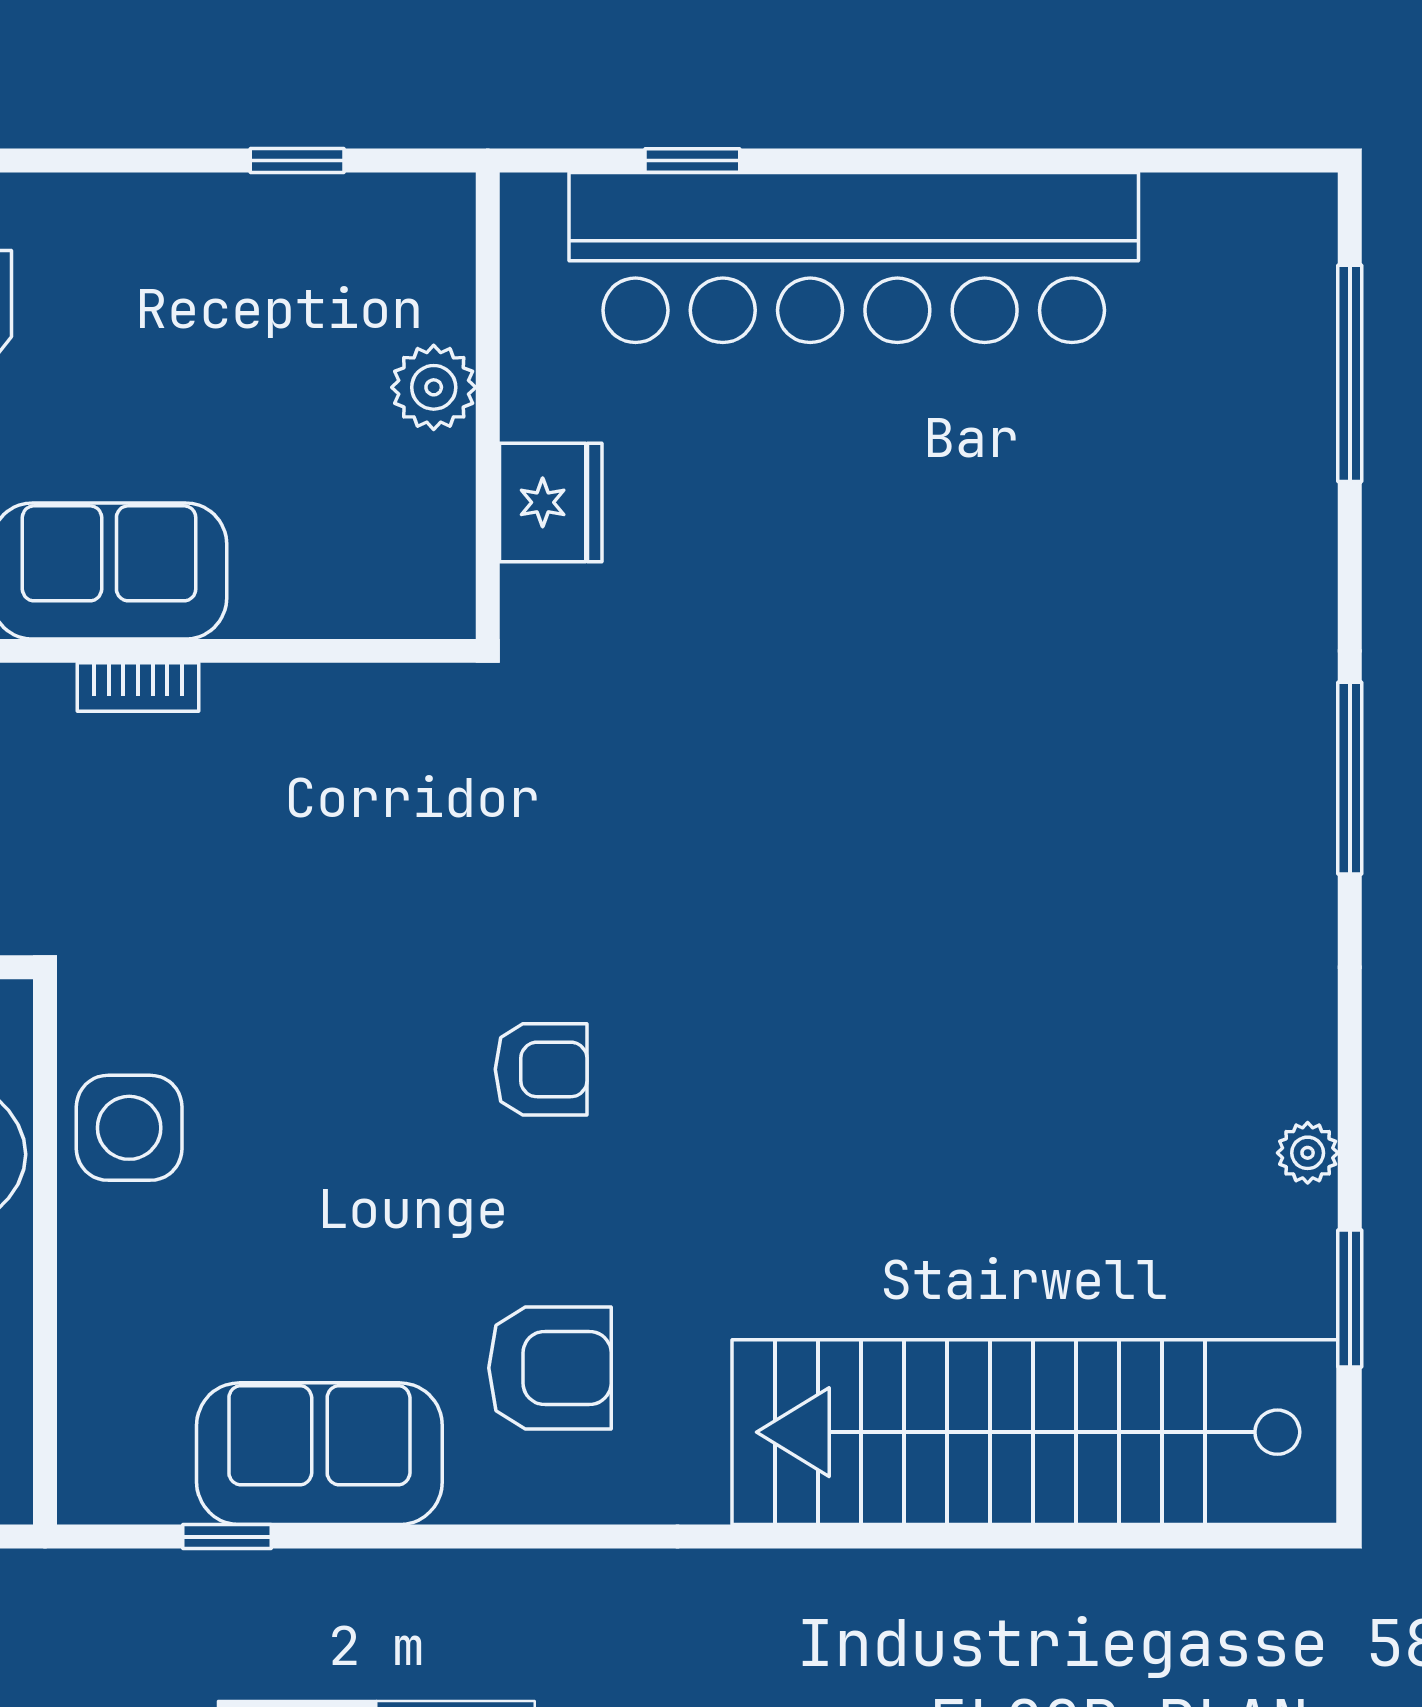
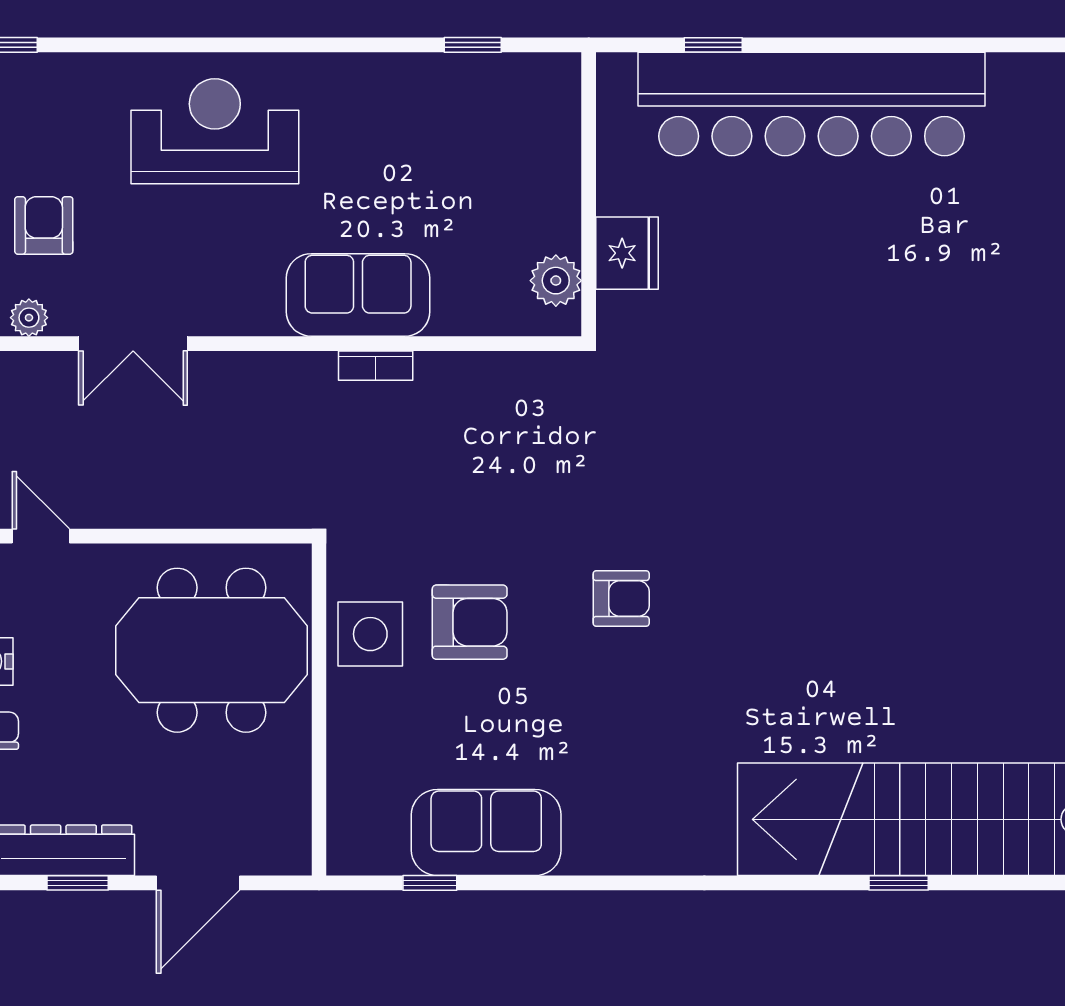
plant: (434, 387) -> (556, 281), moved
armchair: (550, 1368) -> (470, 622), moved
window: (997, 1537) -> (899, 883), added

